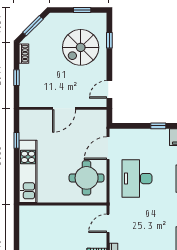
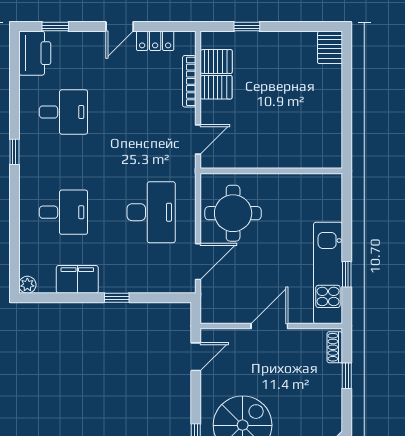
shoe rack: (24, 54) -> (335, 347), moved
kitchen unit: (28, 171) -> (328, 273), moved

